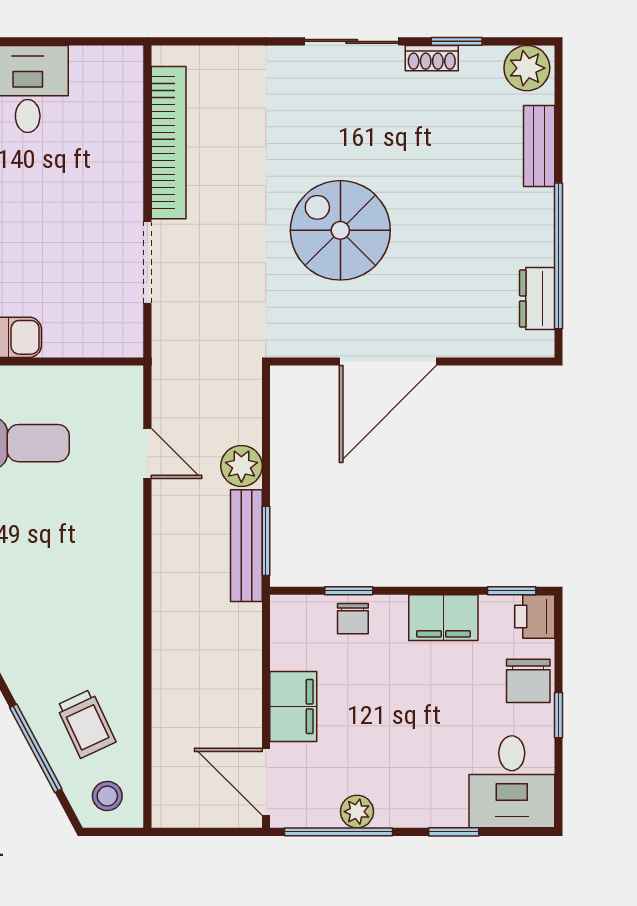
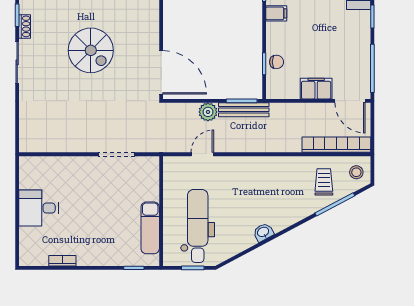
bookcase: (169, 143) -> (336, 145), moved
spiral stairs: (340, 230) -> (91, 50), moved, turned -90
door: (388, 361) -> (161, 72), moved
filing cabinet: (443, 618) -> (276, 13), width x0.50
trolley: (86, 724) -> (324, 182), turned -65
door: (266, 782) -> (350, 101), hinge flipped
plant: (357, 812) -> (363, 60), removed

